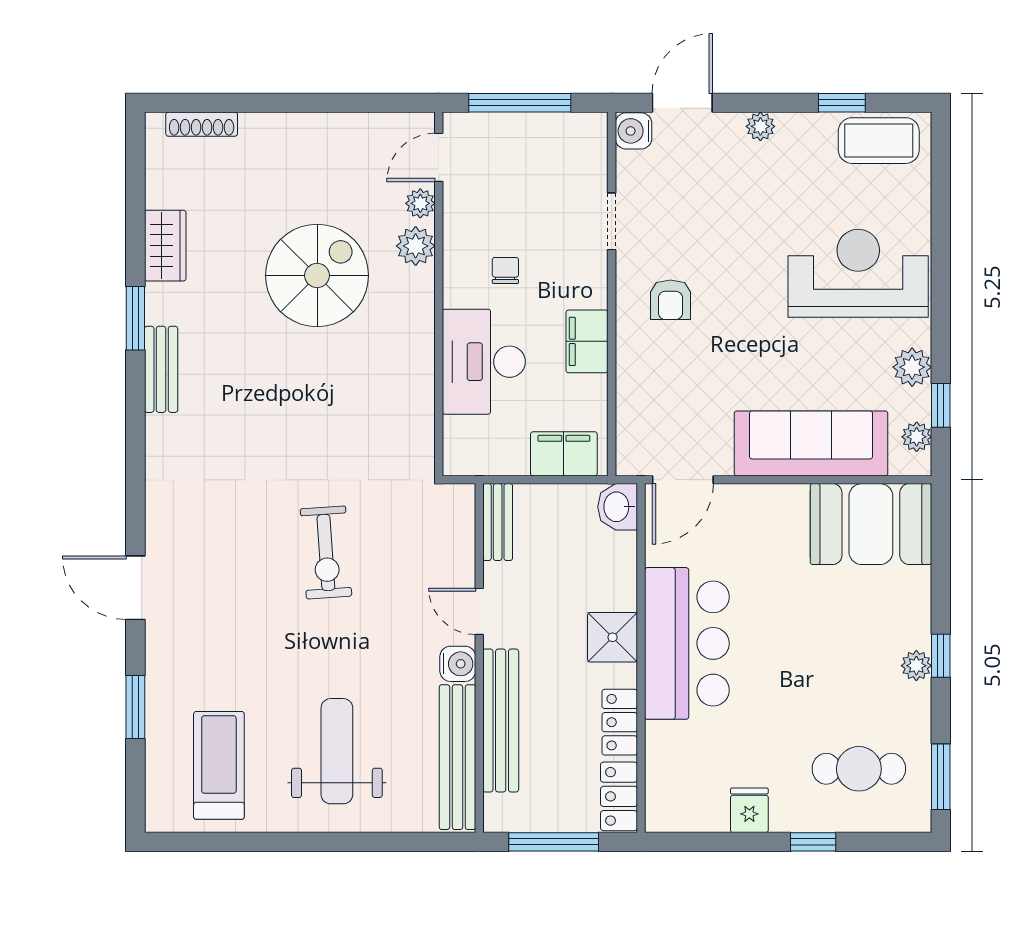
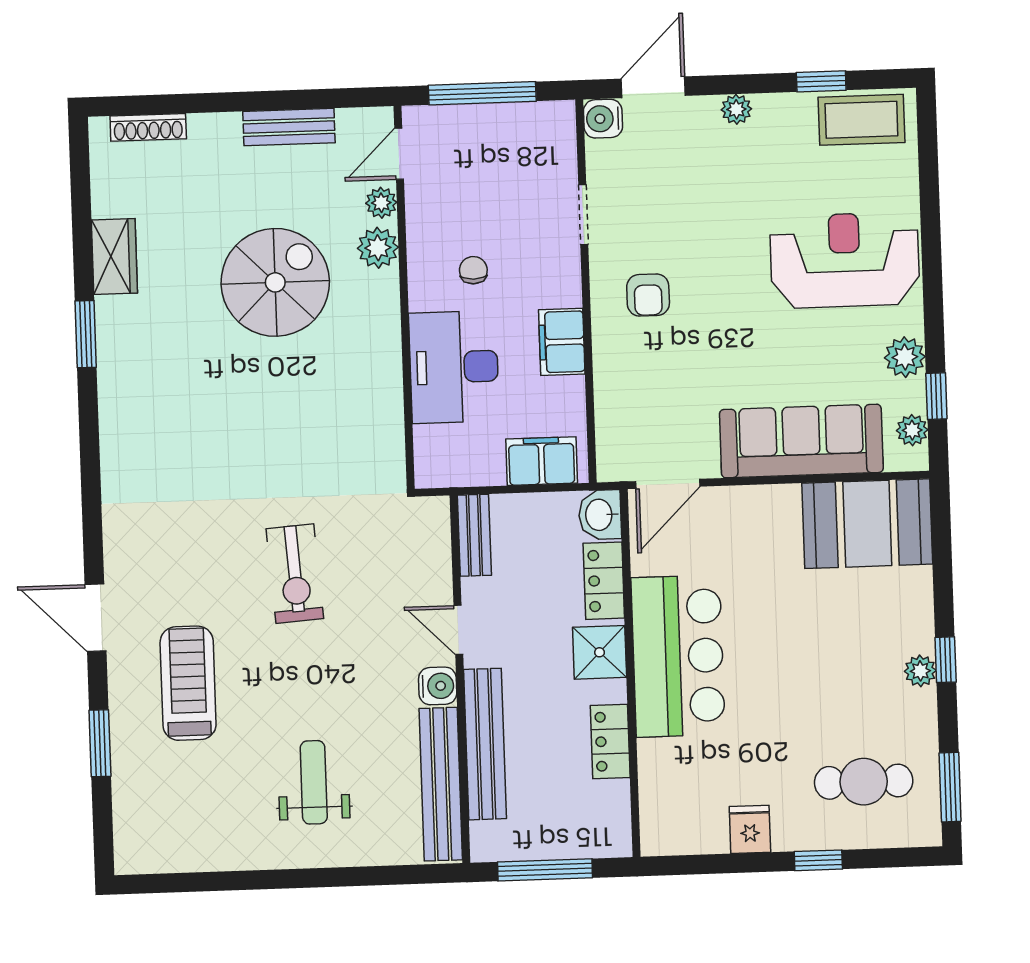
bench: (161, 369) -> (289, 127), moved, turned 90
weight bench: (337, 751) -> (314, 782), width x0.73, depth x0.75
treadmill: (219, 765) -> (188, 683), moved
locker: (619, 796) -> (604, 581), moved

